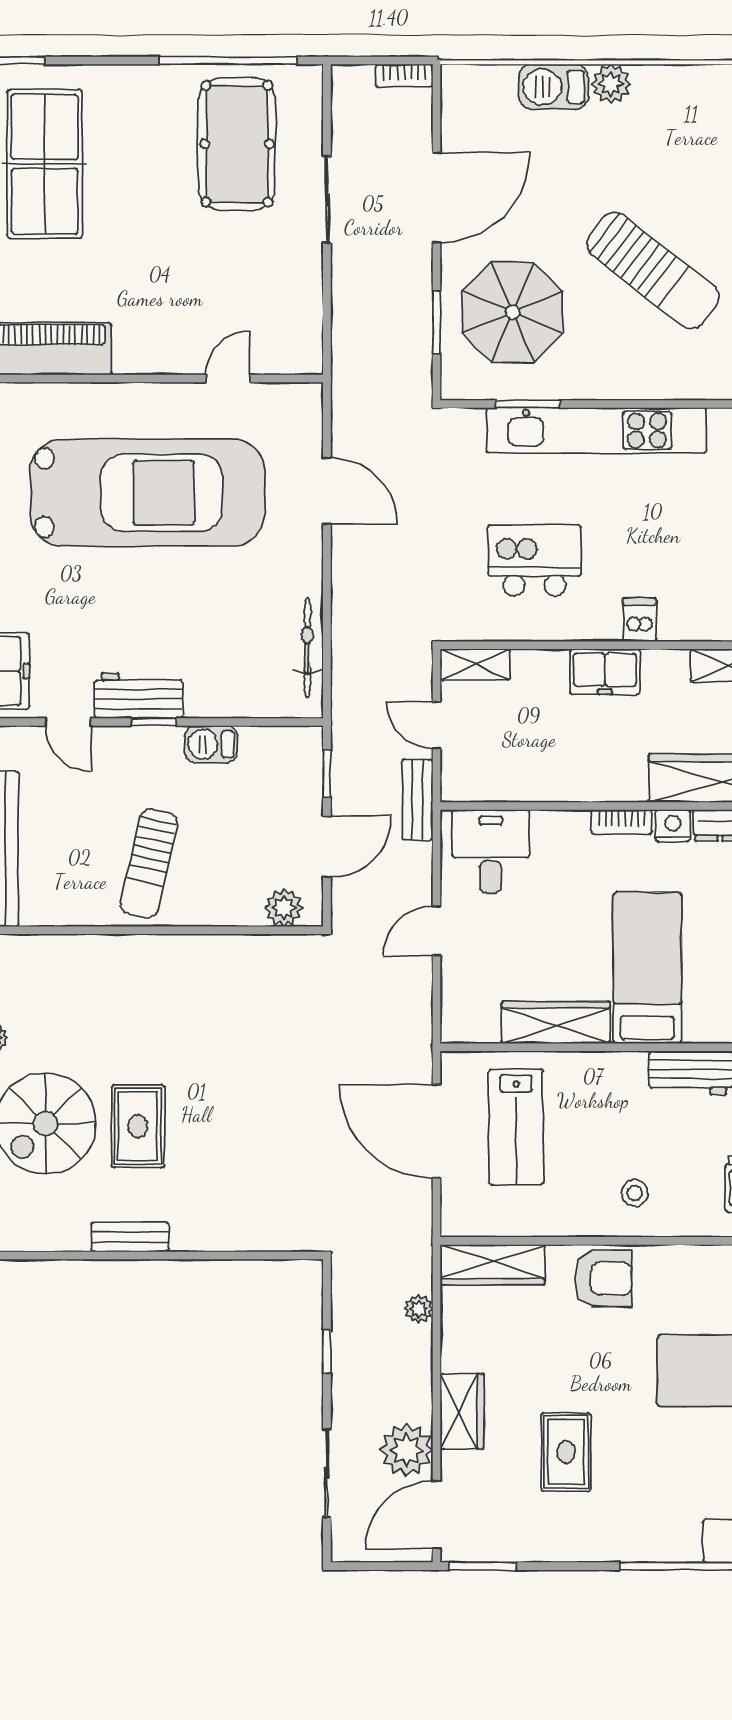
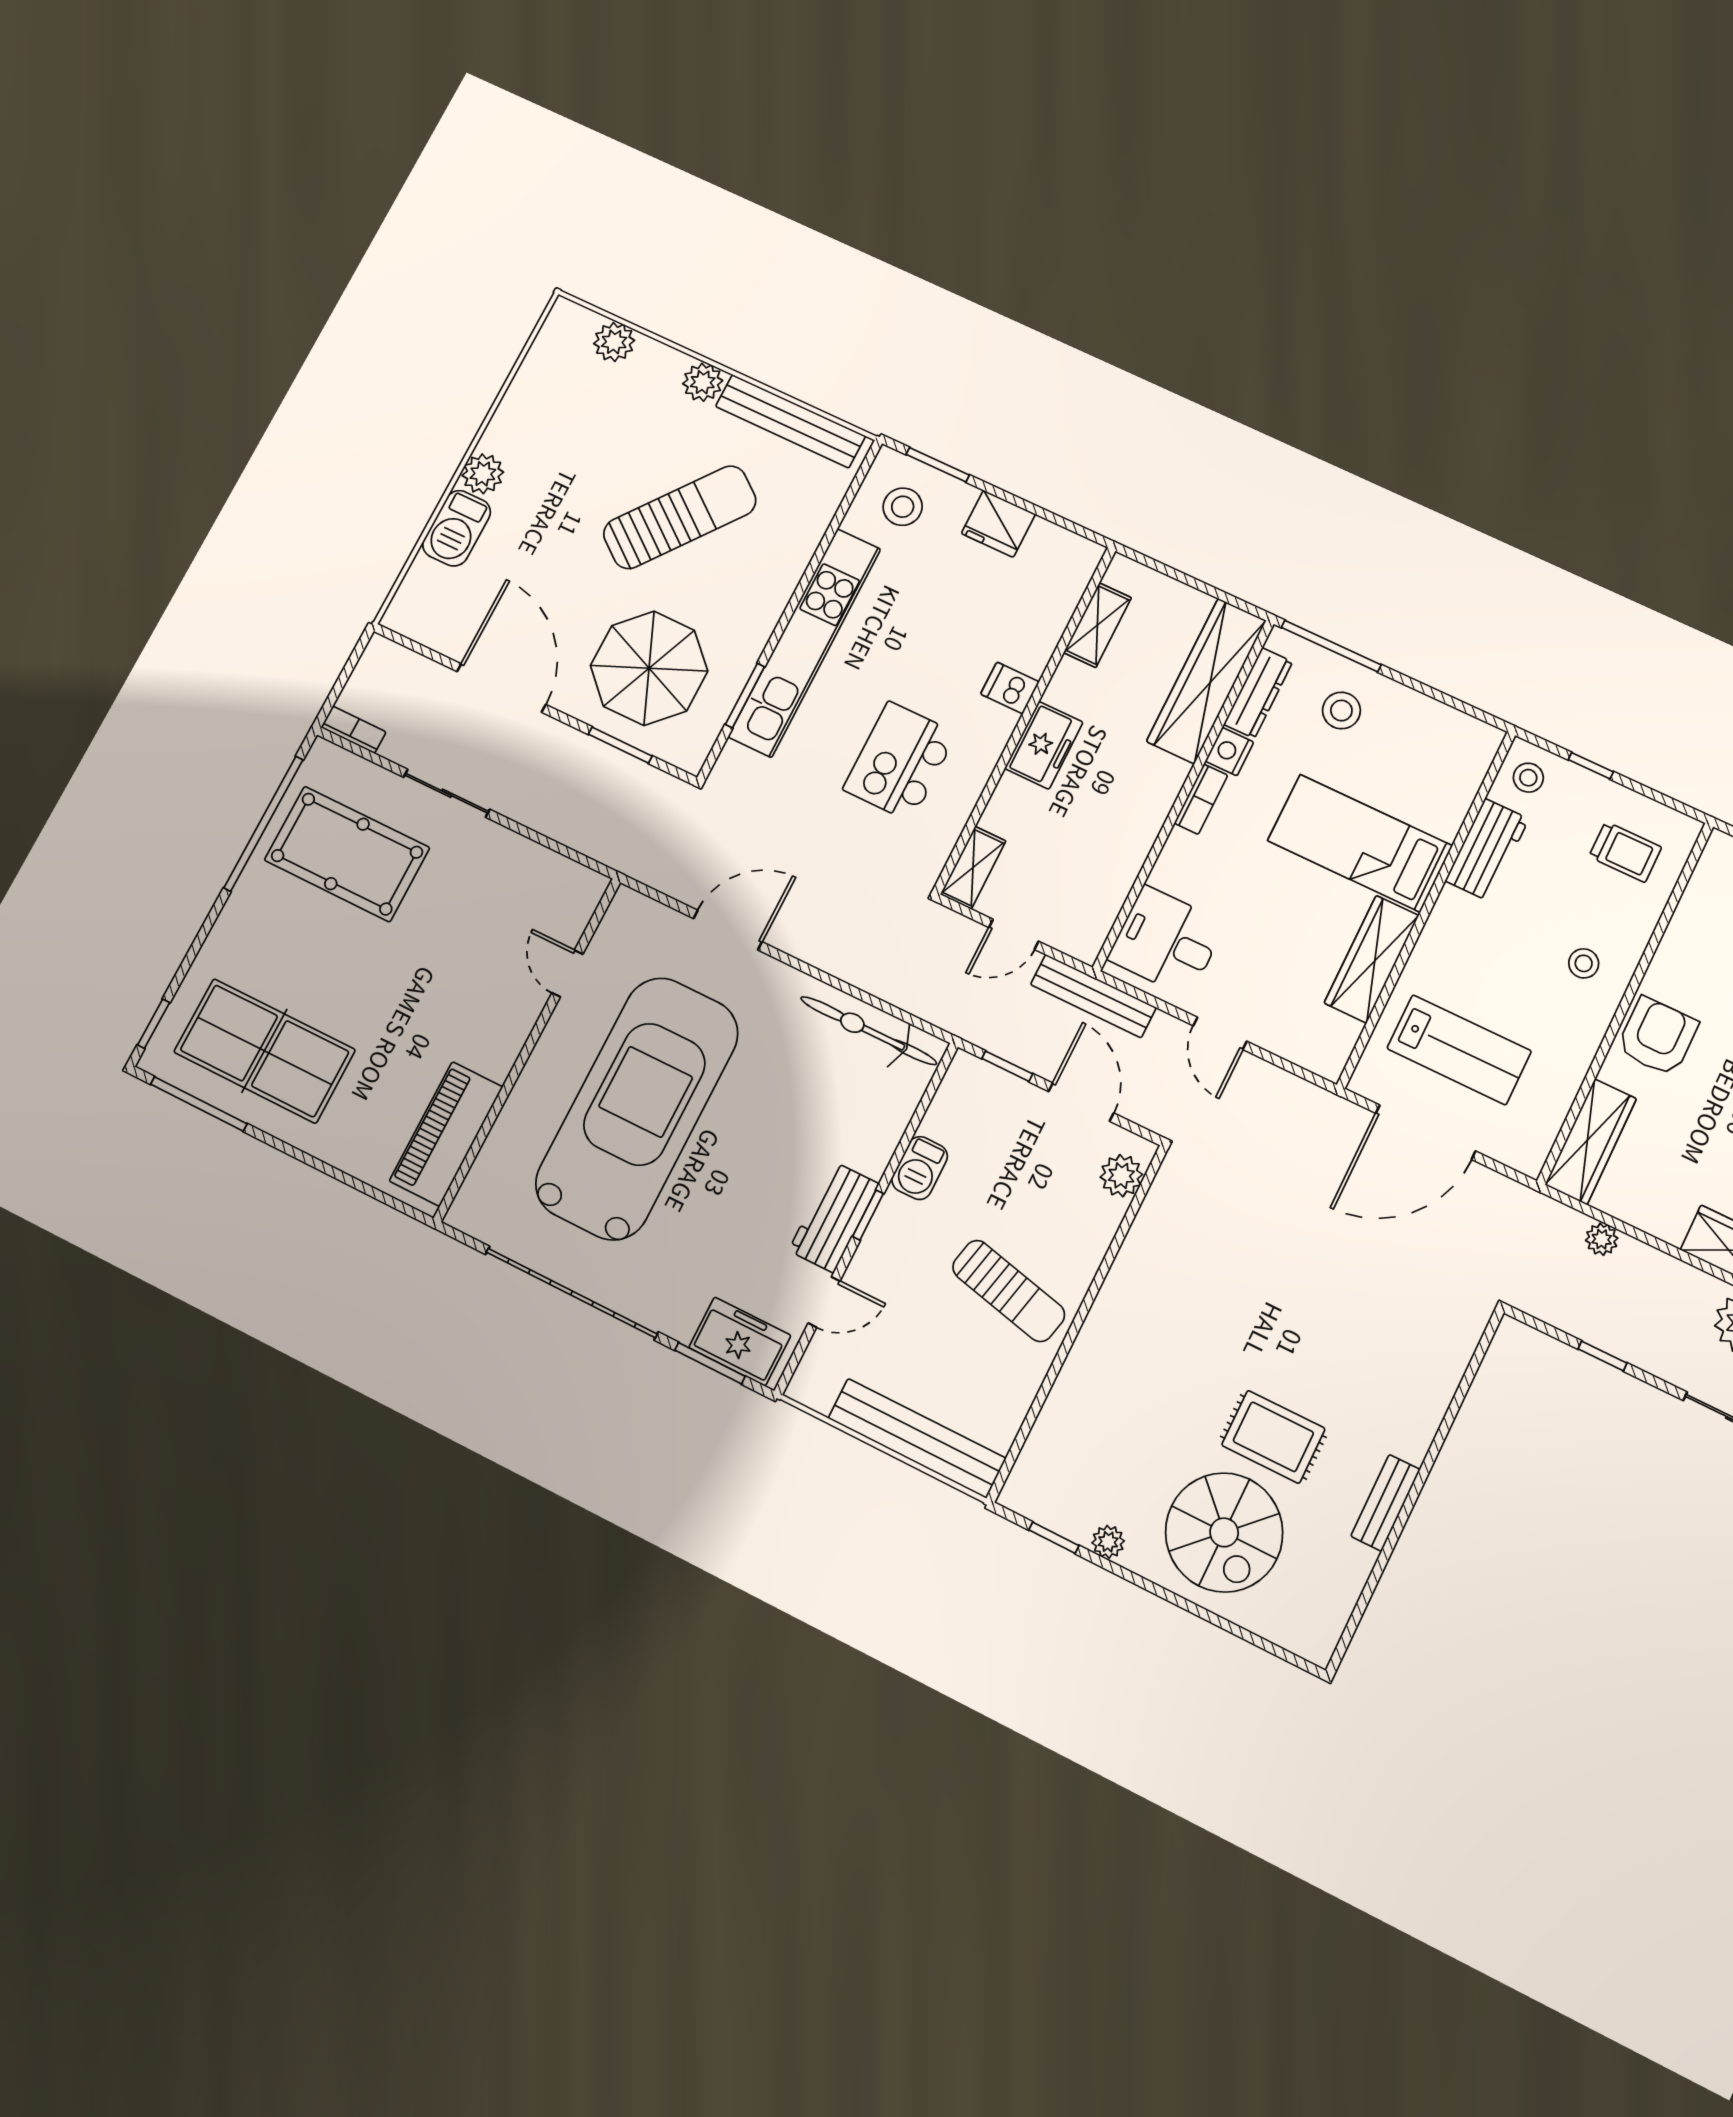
bookcase: (404, 76) -> (353, 730), moved, turned -90
bicycle: (307, 647) -> (869, 1031), width x1.37, depth x1.40
bench: (417, 800) -> (1093, 996), width x1.36

